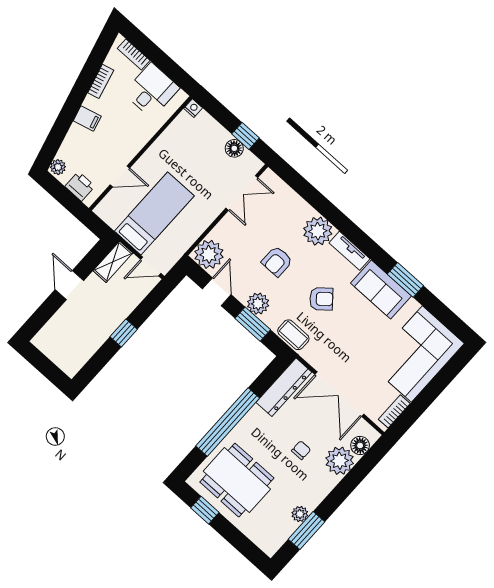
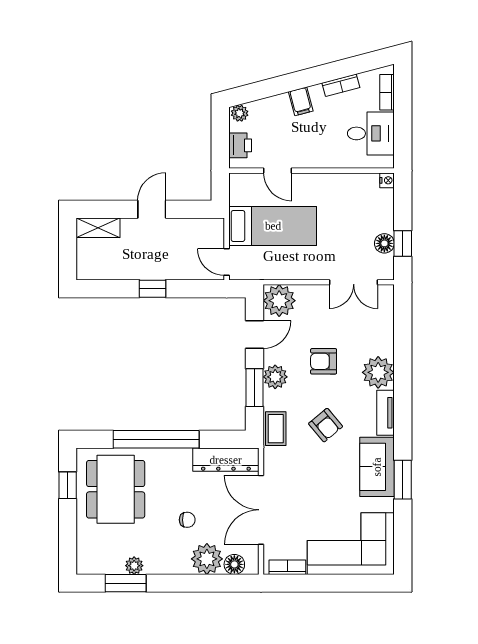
shelving: (113, 262) -> (98, 228), moved

